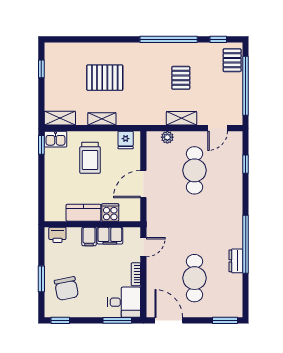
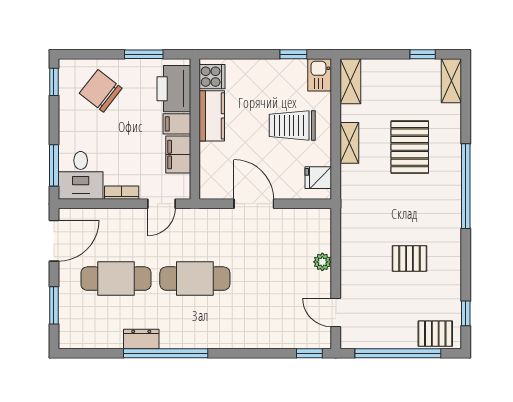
window: (169, 39) -> (466, 186), moved
shelving: (182, 118) -> (451, 81), moved
plant: (167, 137) -> (322, 262), moved
window: (41, 145) -> (293, 54), moved
window: (246, 164) -> (309, 353), moved
cafe table: (194, 170) -> (195, 279), moved
cooker: (110, 212) -> (212, 77), moved
printer: (57, 235) -> (174, 89), width x1.87, depth x1.48
door: (143, 247) -> (161, 204), hinge flipped
window: (41, 279) -> (144, 54), moved
chair: (66, 289) -> (101, 91), turned 49
window: (225, 320) -> (54, 305), moved

